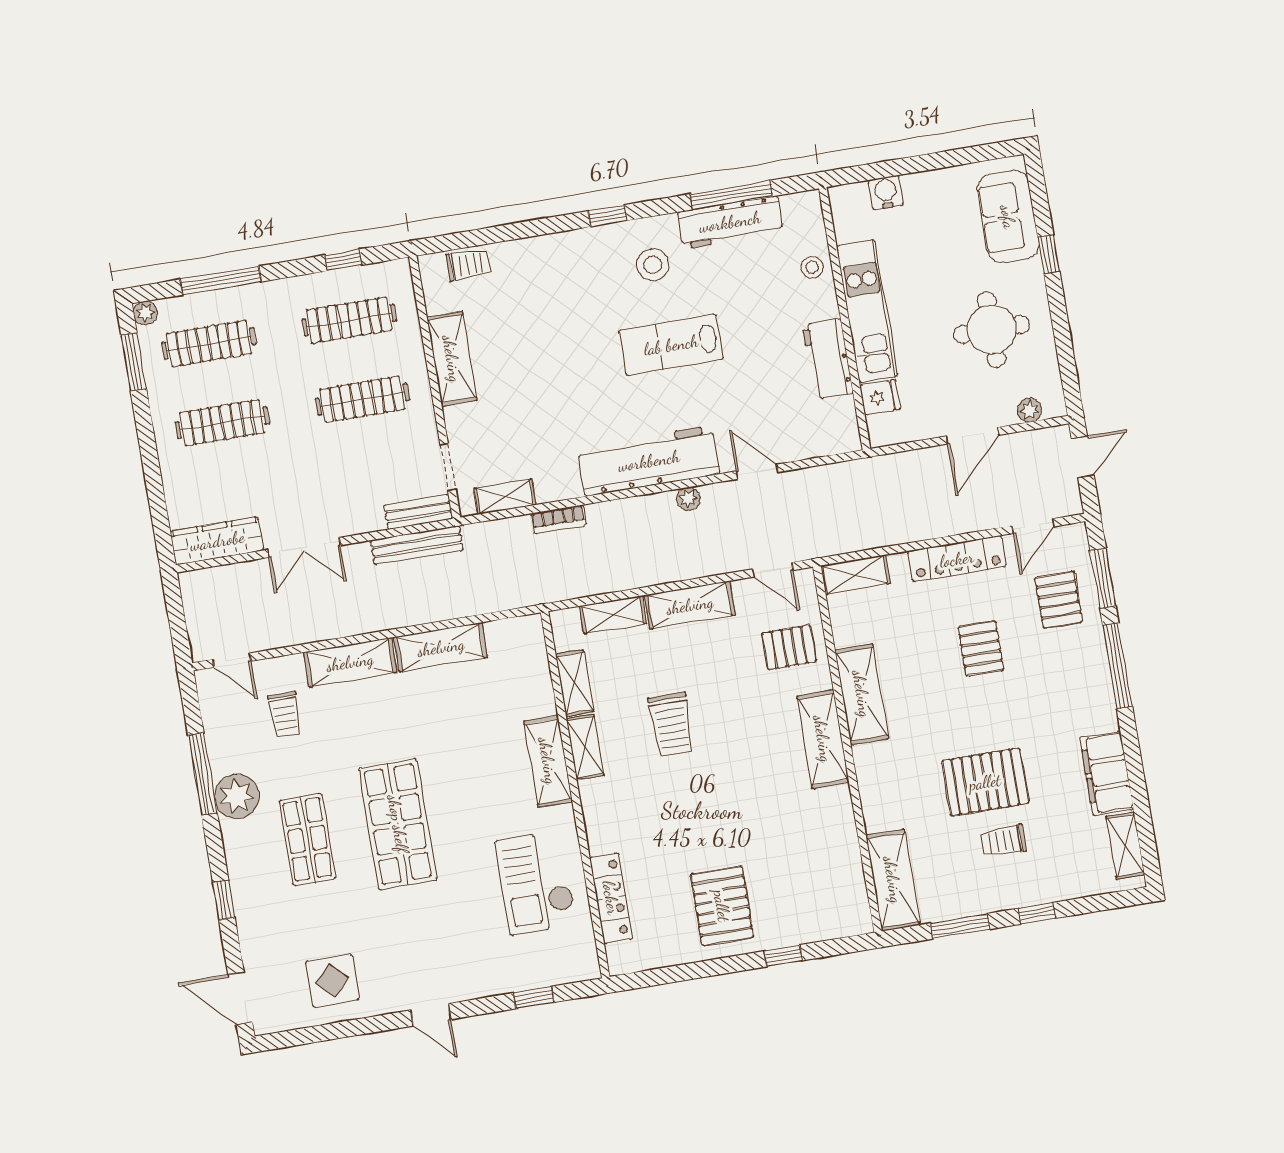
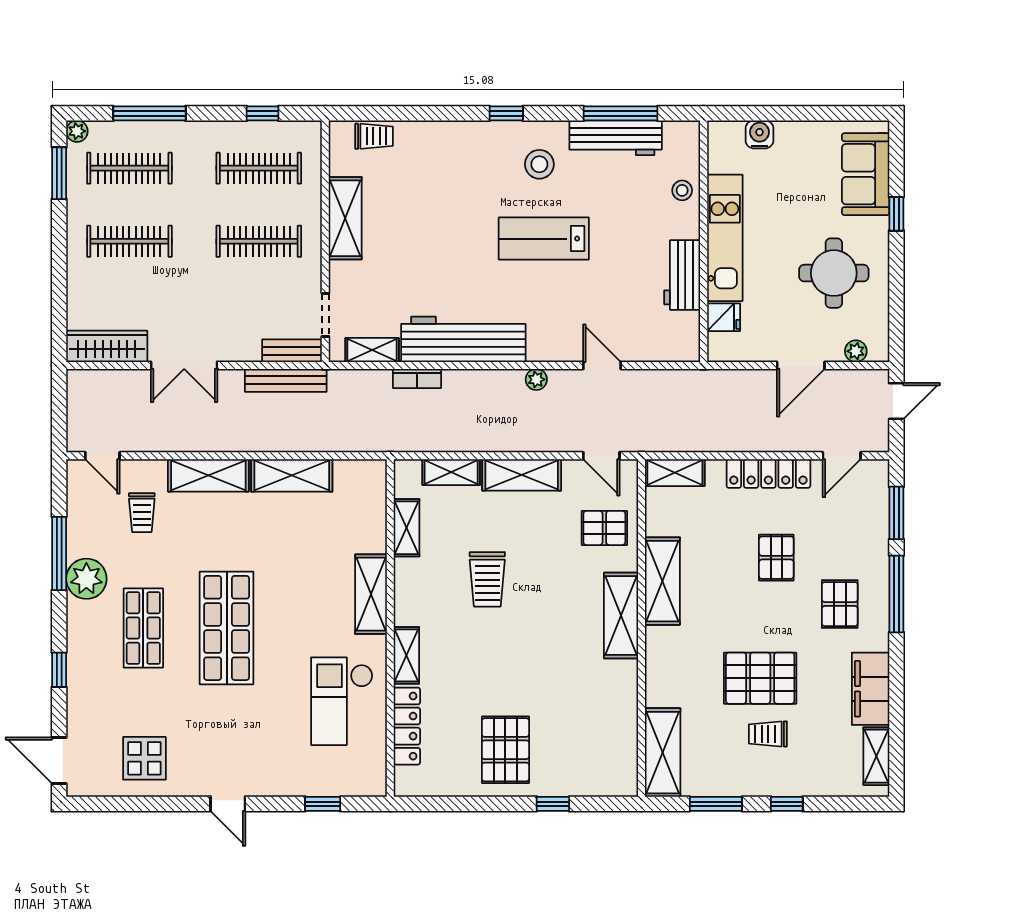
workbench: (649, 461) -> (463, 339), moved
pallet: (1059, 600) -> (840, 604), moved
shelving: (585, 747) -> (406, 655), moved

